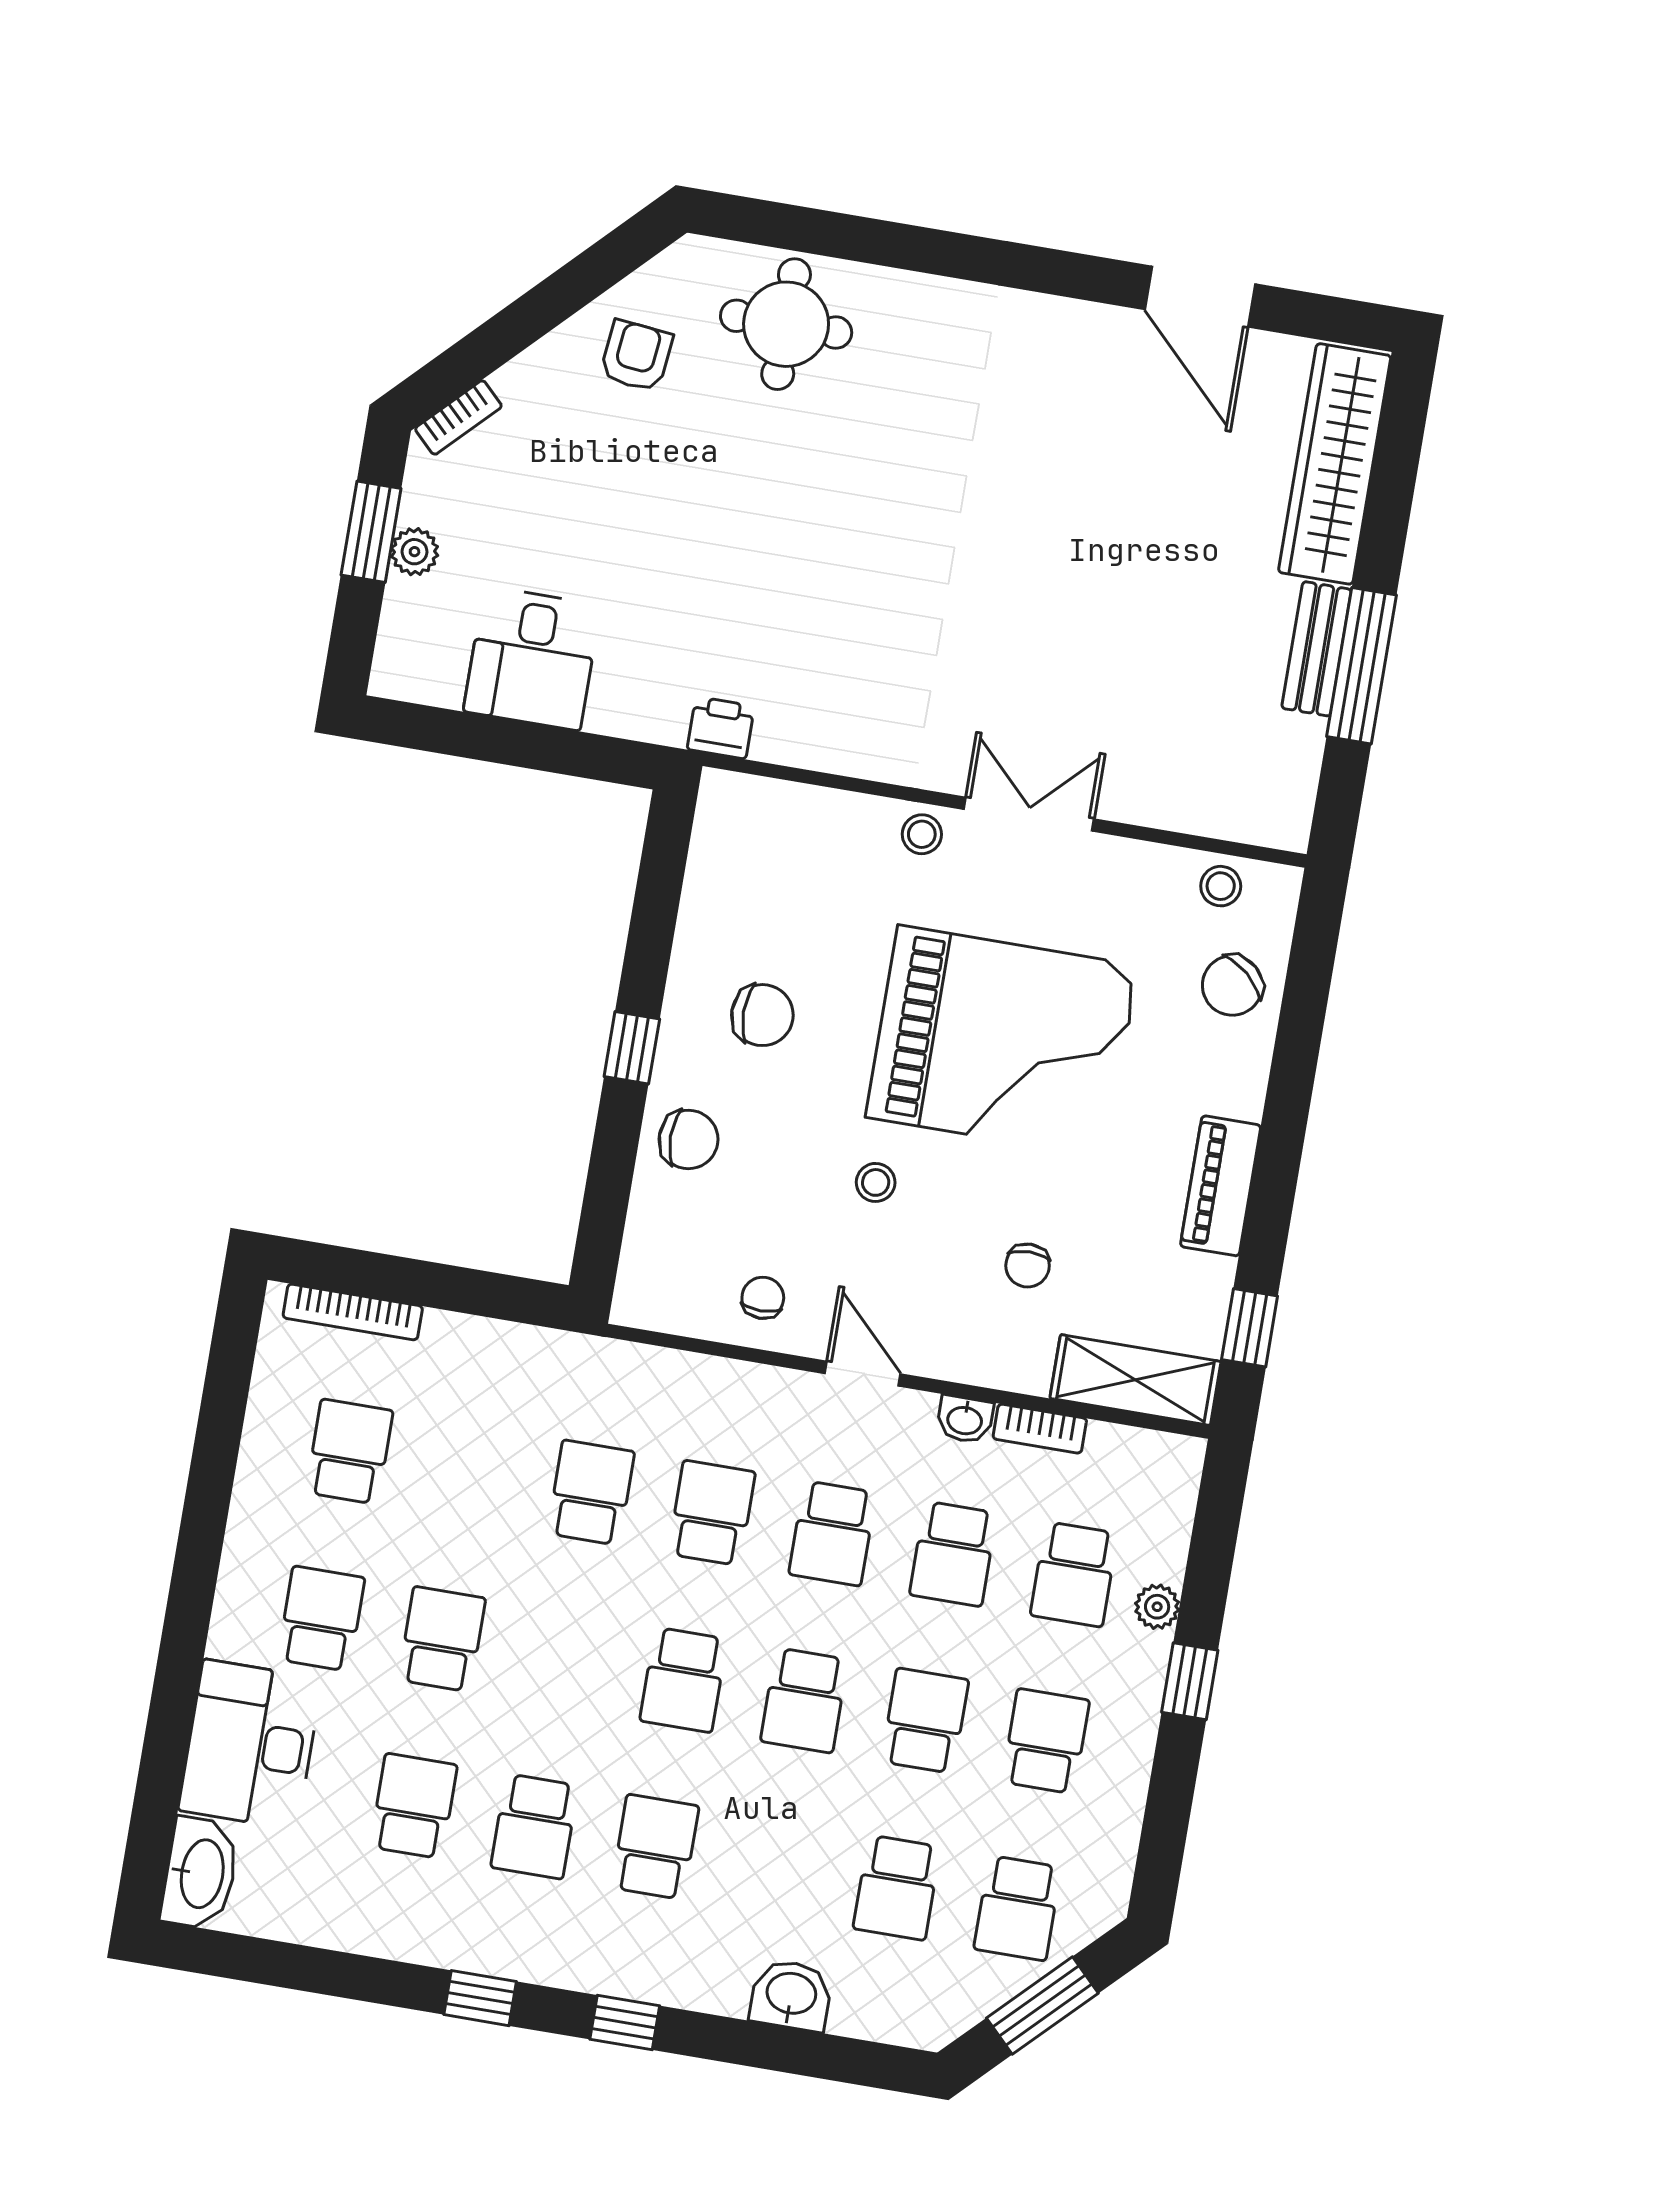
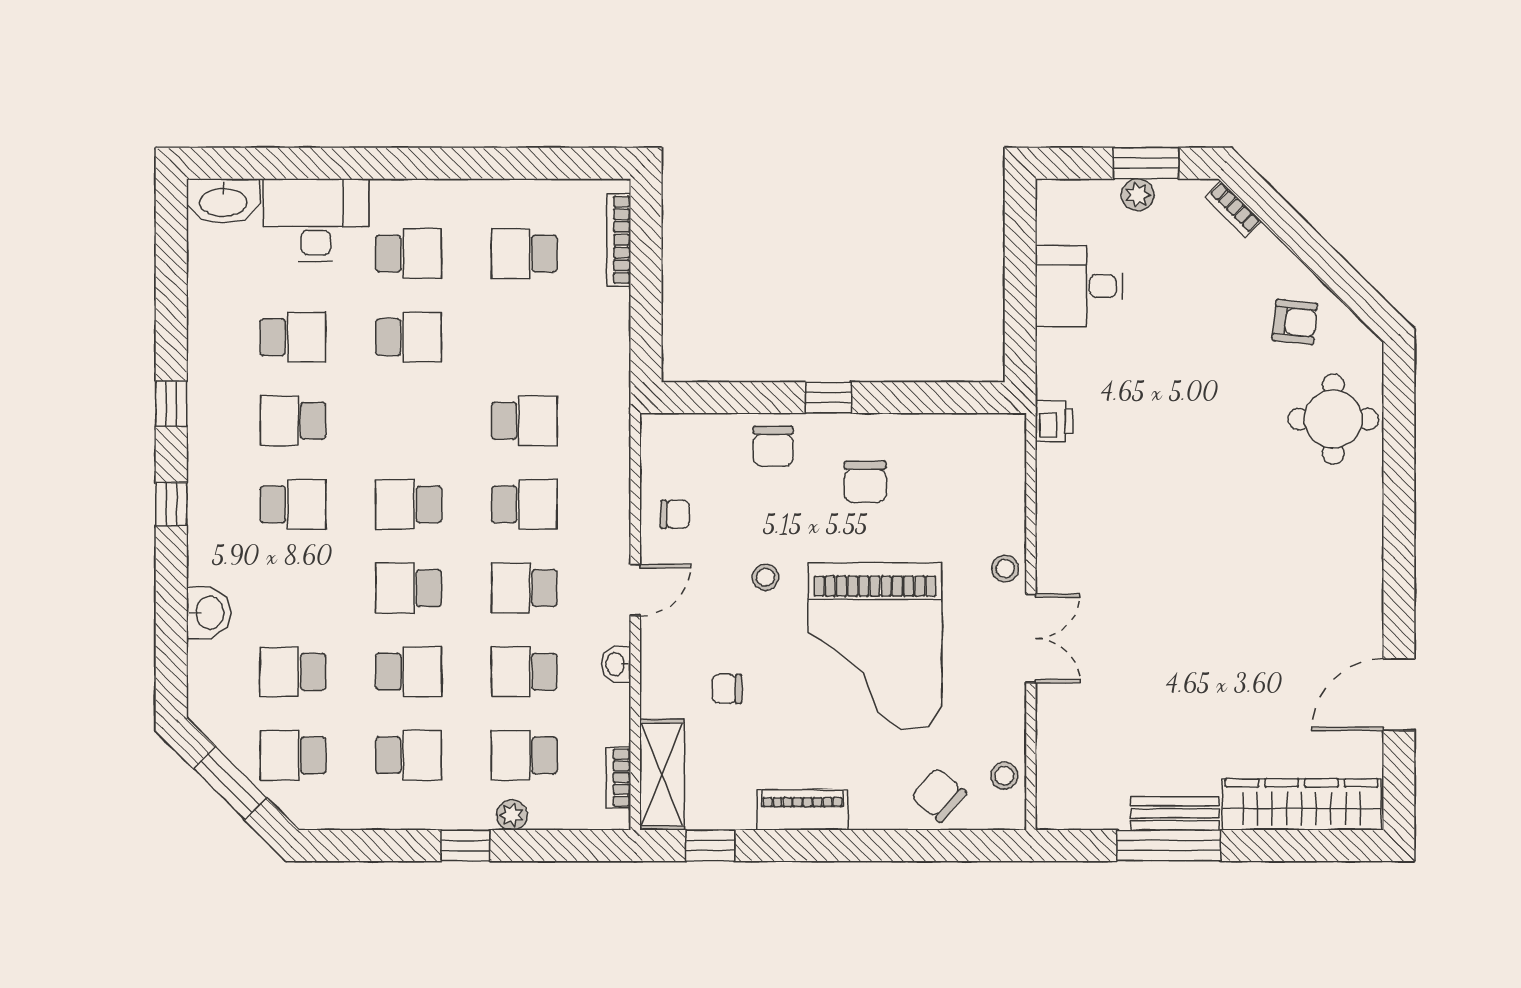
bookcase: (1040, 1429) -> (618, 778), moved
school desk: (349, 1452) -> (524, 253), turned 180

